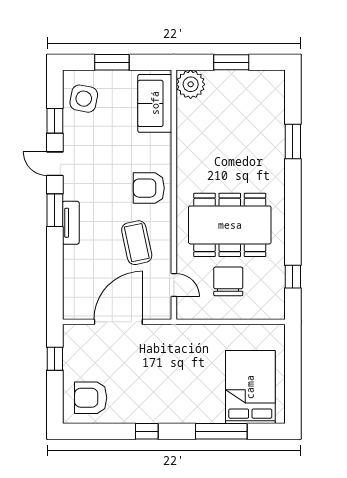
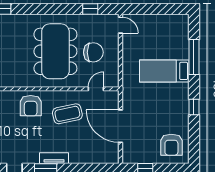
chair: (228, 281) -> (93, 52), turned 180
door: (269, 322) -> (121, 25), added
bed: (250, 387) -> (164, 71), moved, width x0.67

